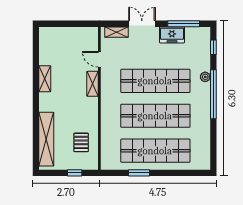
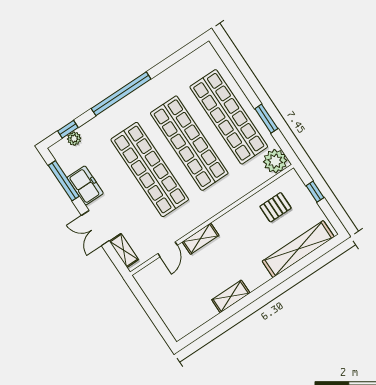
plant: (205, 77) -> (74, 139), moved
plant: (109, 161) -> (275, 161), added

